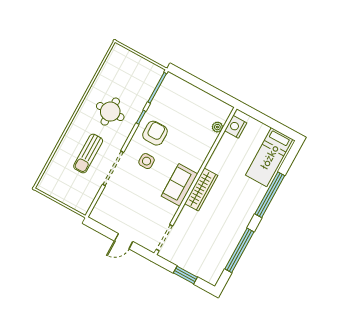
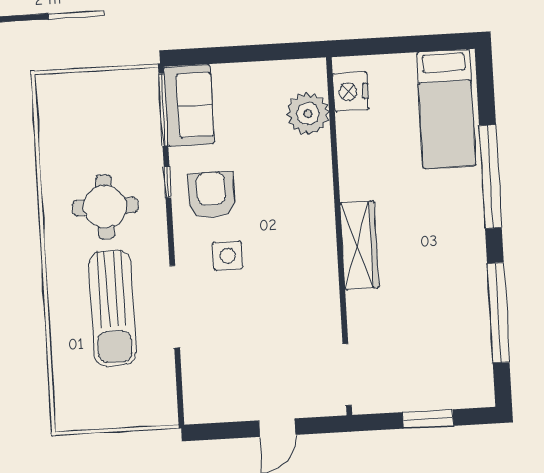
plant: (217, 127) -> (308, 114), width x1.87, depth x1.87
sun lounger: (88, 153) -> (113, 308), width x1.36, depth x1.34
sofa: (179, 185) -> (189, 105), moved, turned 180

